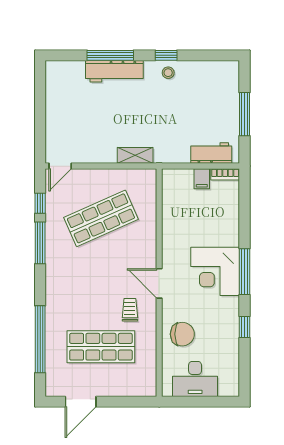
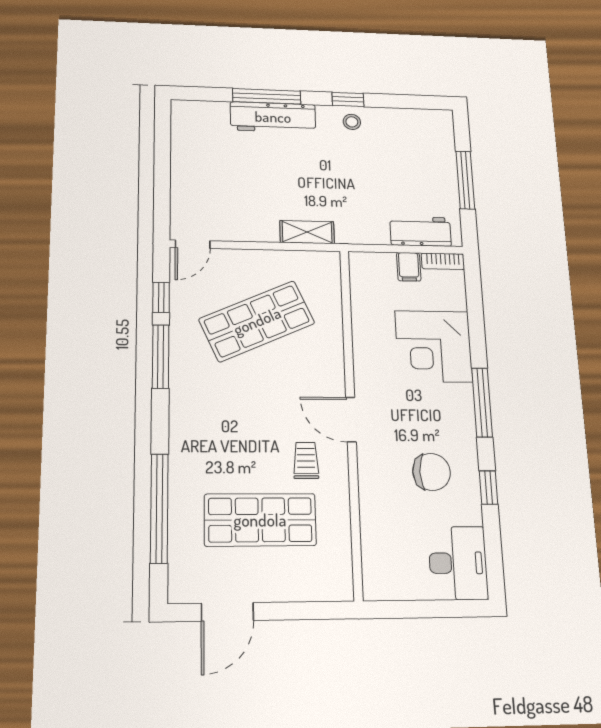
corner desk: (215, 271) -> (434, 346), moved
chair: (182, 334) -> (432, 472), moved
desk: (195, 379) -> (458, 563), moved, turned -90

